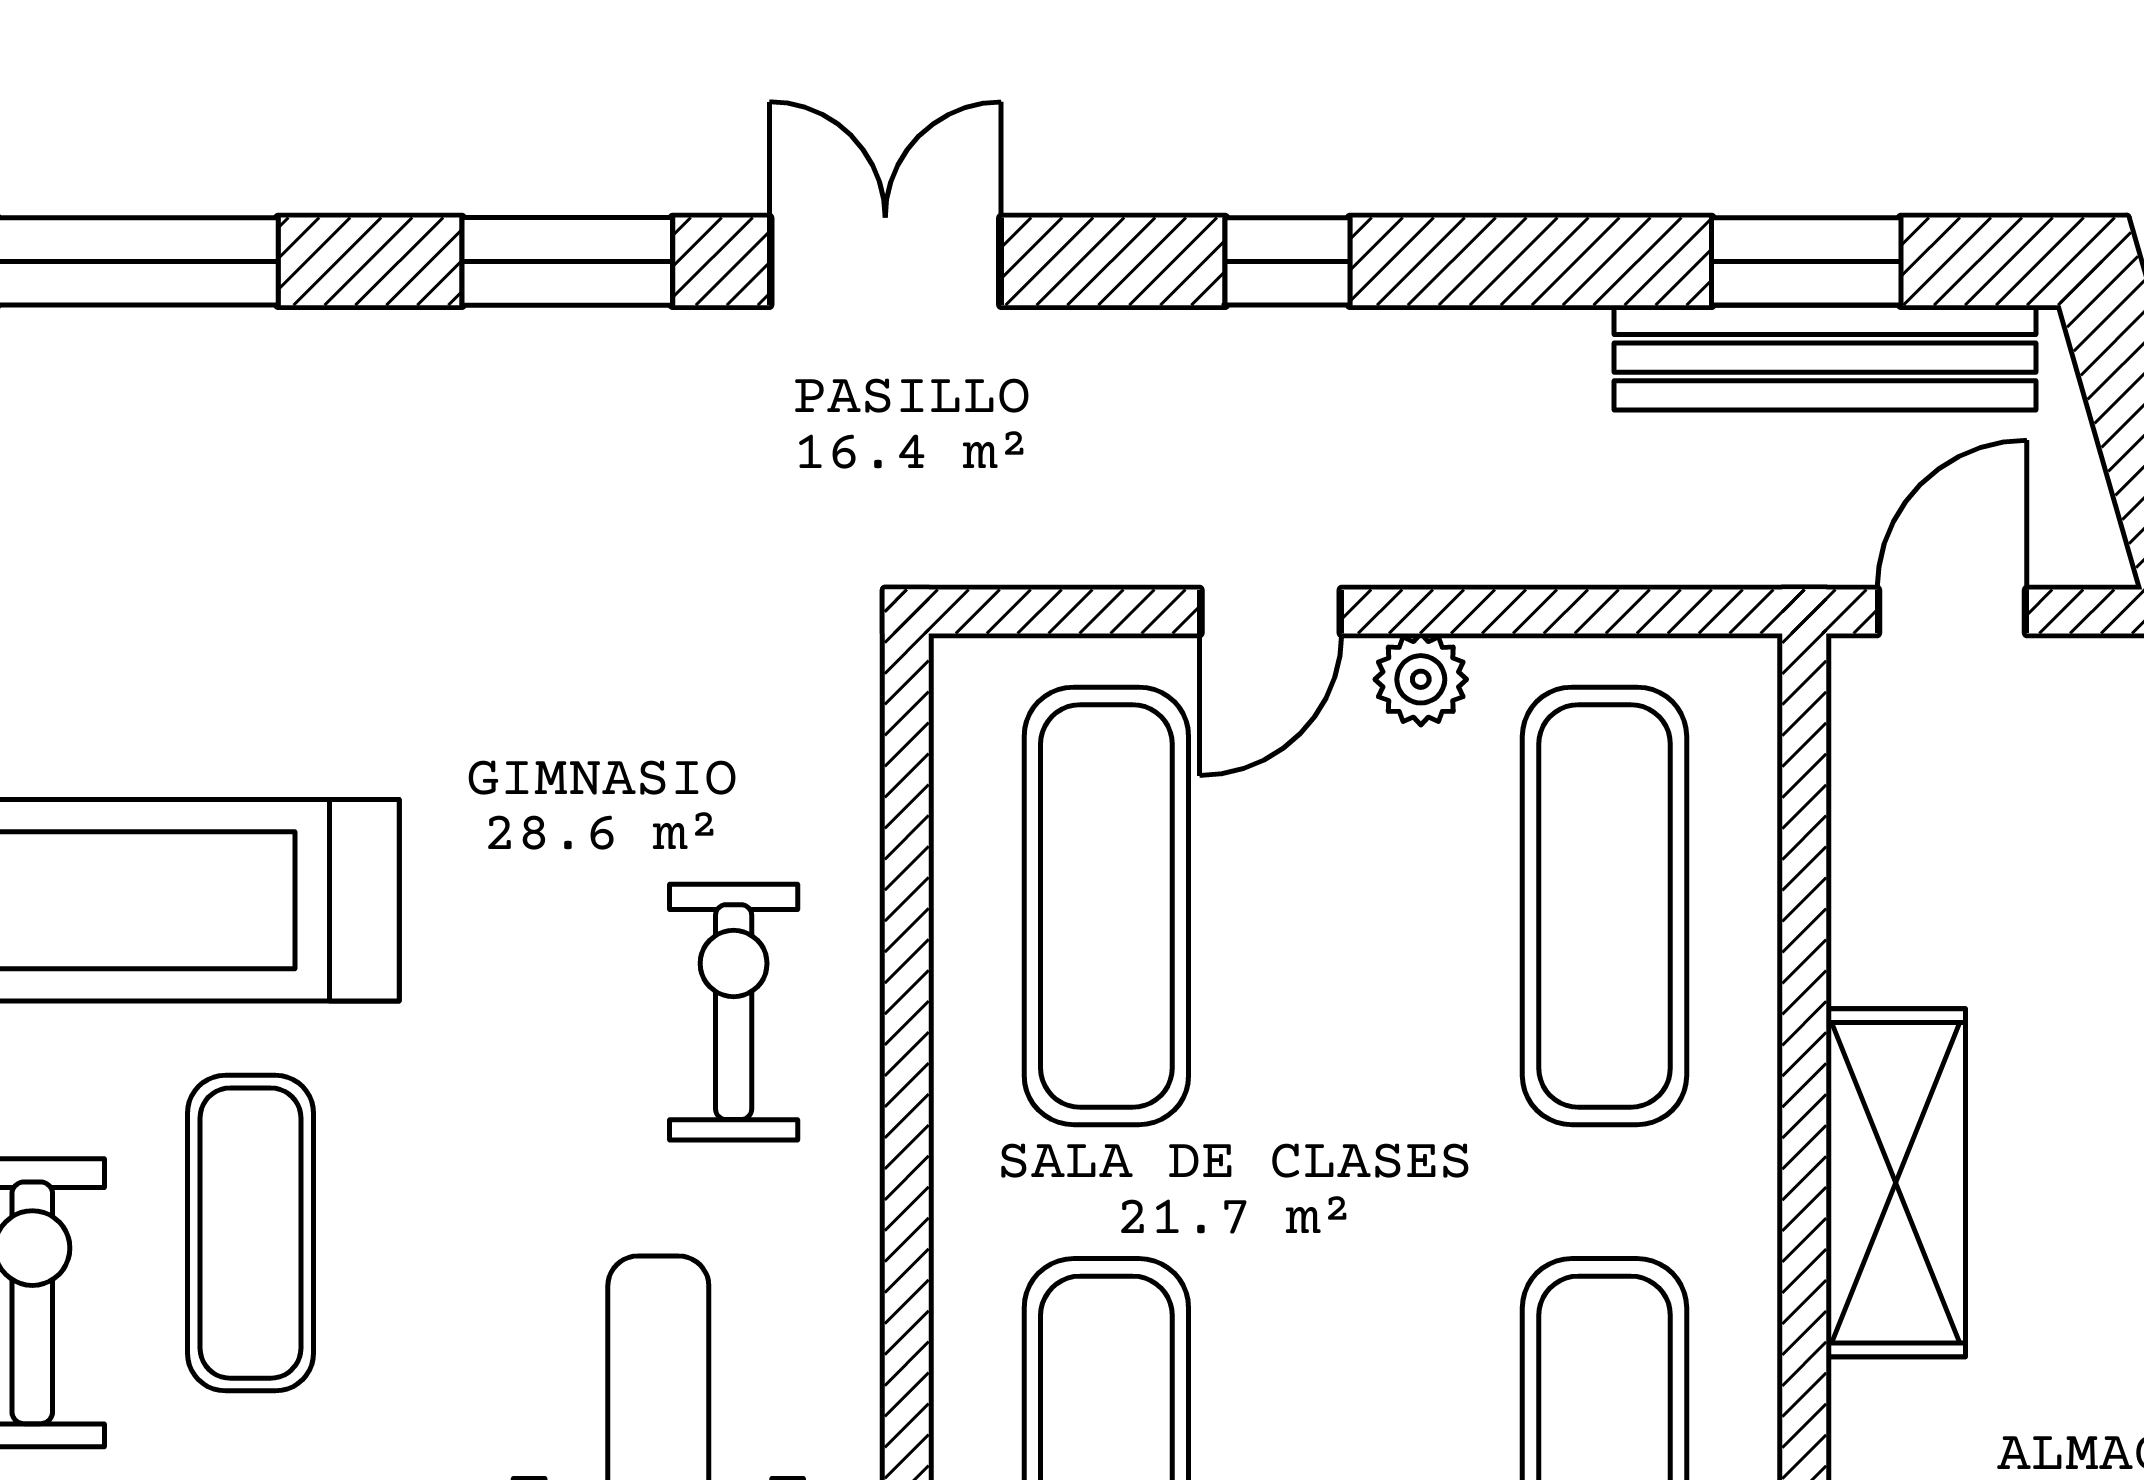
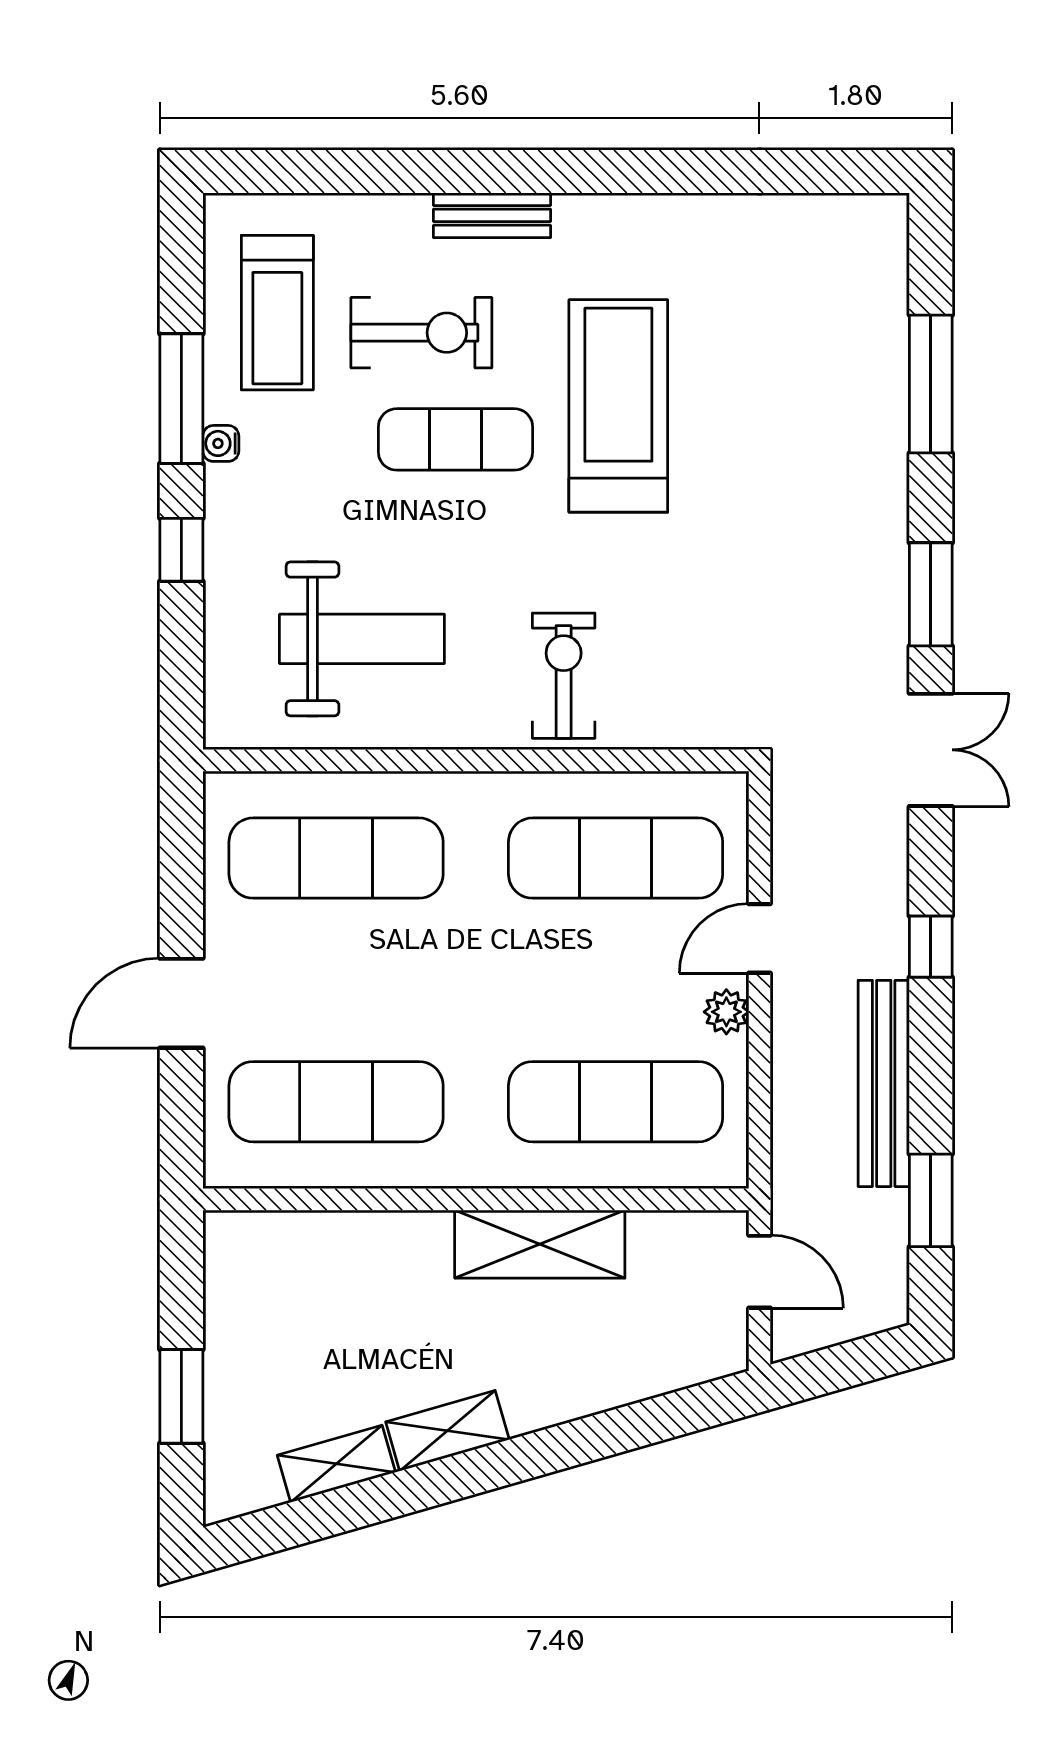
bench: (1825, 358) -> (884, 1083), moved
door: (1271, 612) -> (759, 938), hinge flipped
exercise bike: (734, 1012) -> (564, 676), turned -90
shelving: (1896, 1183) -> (540, 1244), moved

